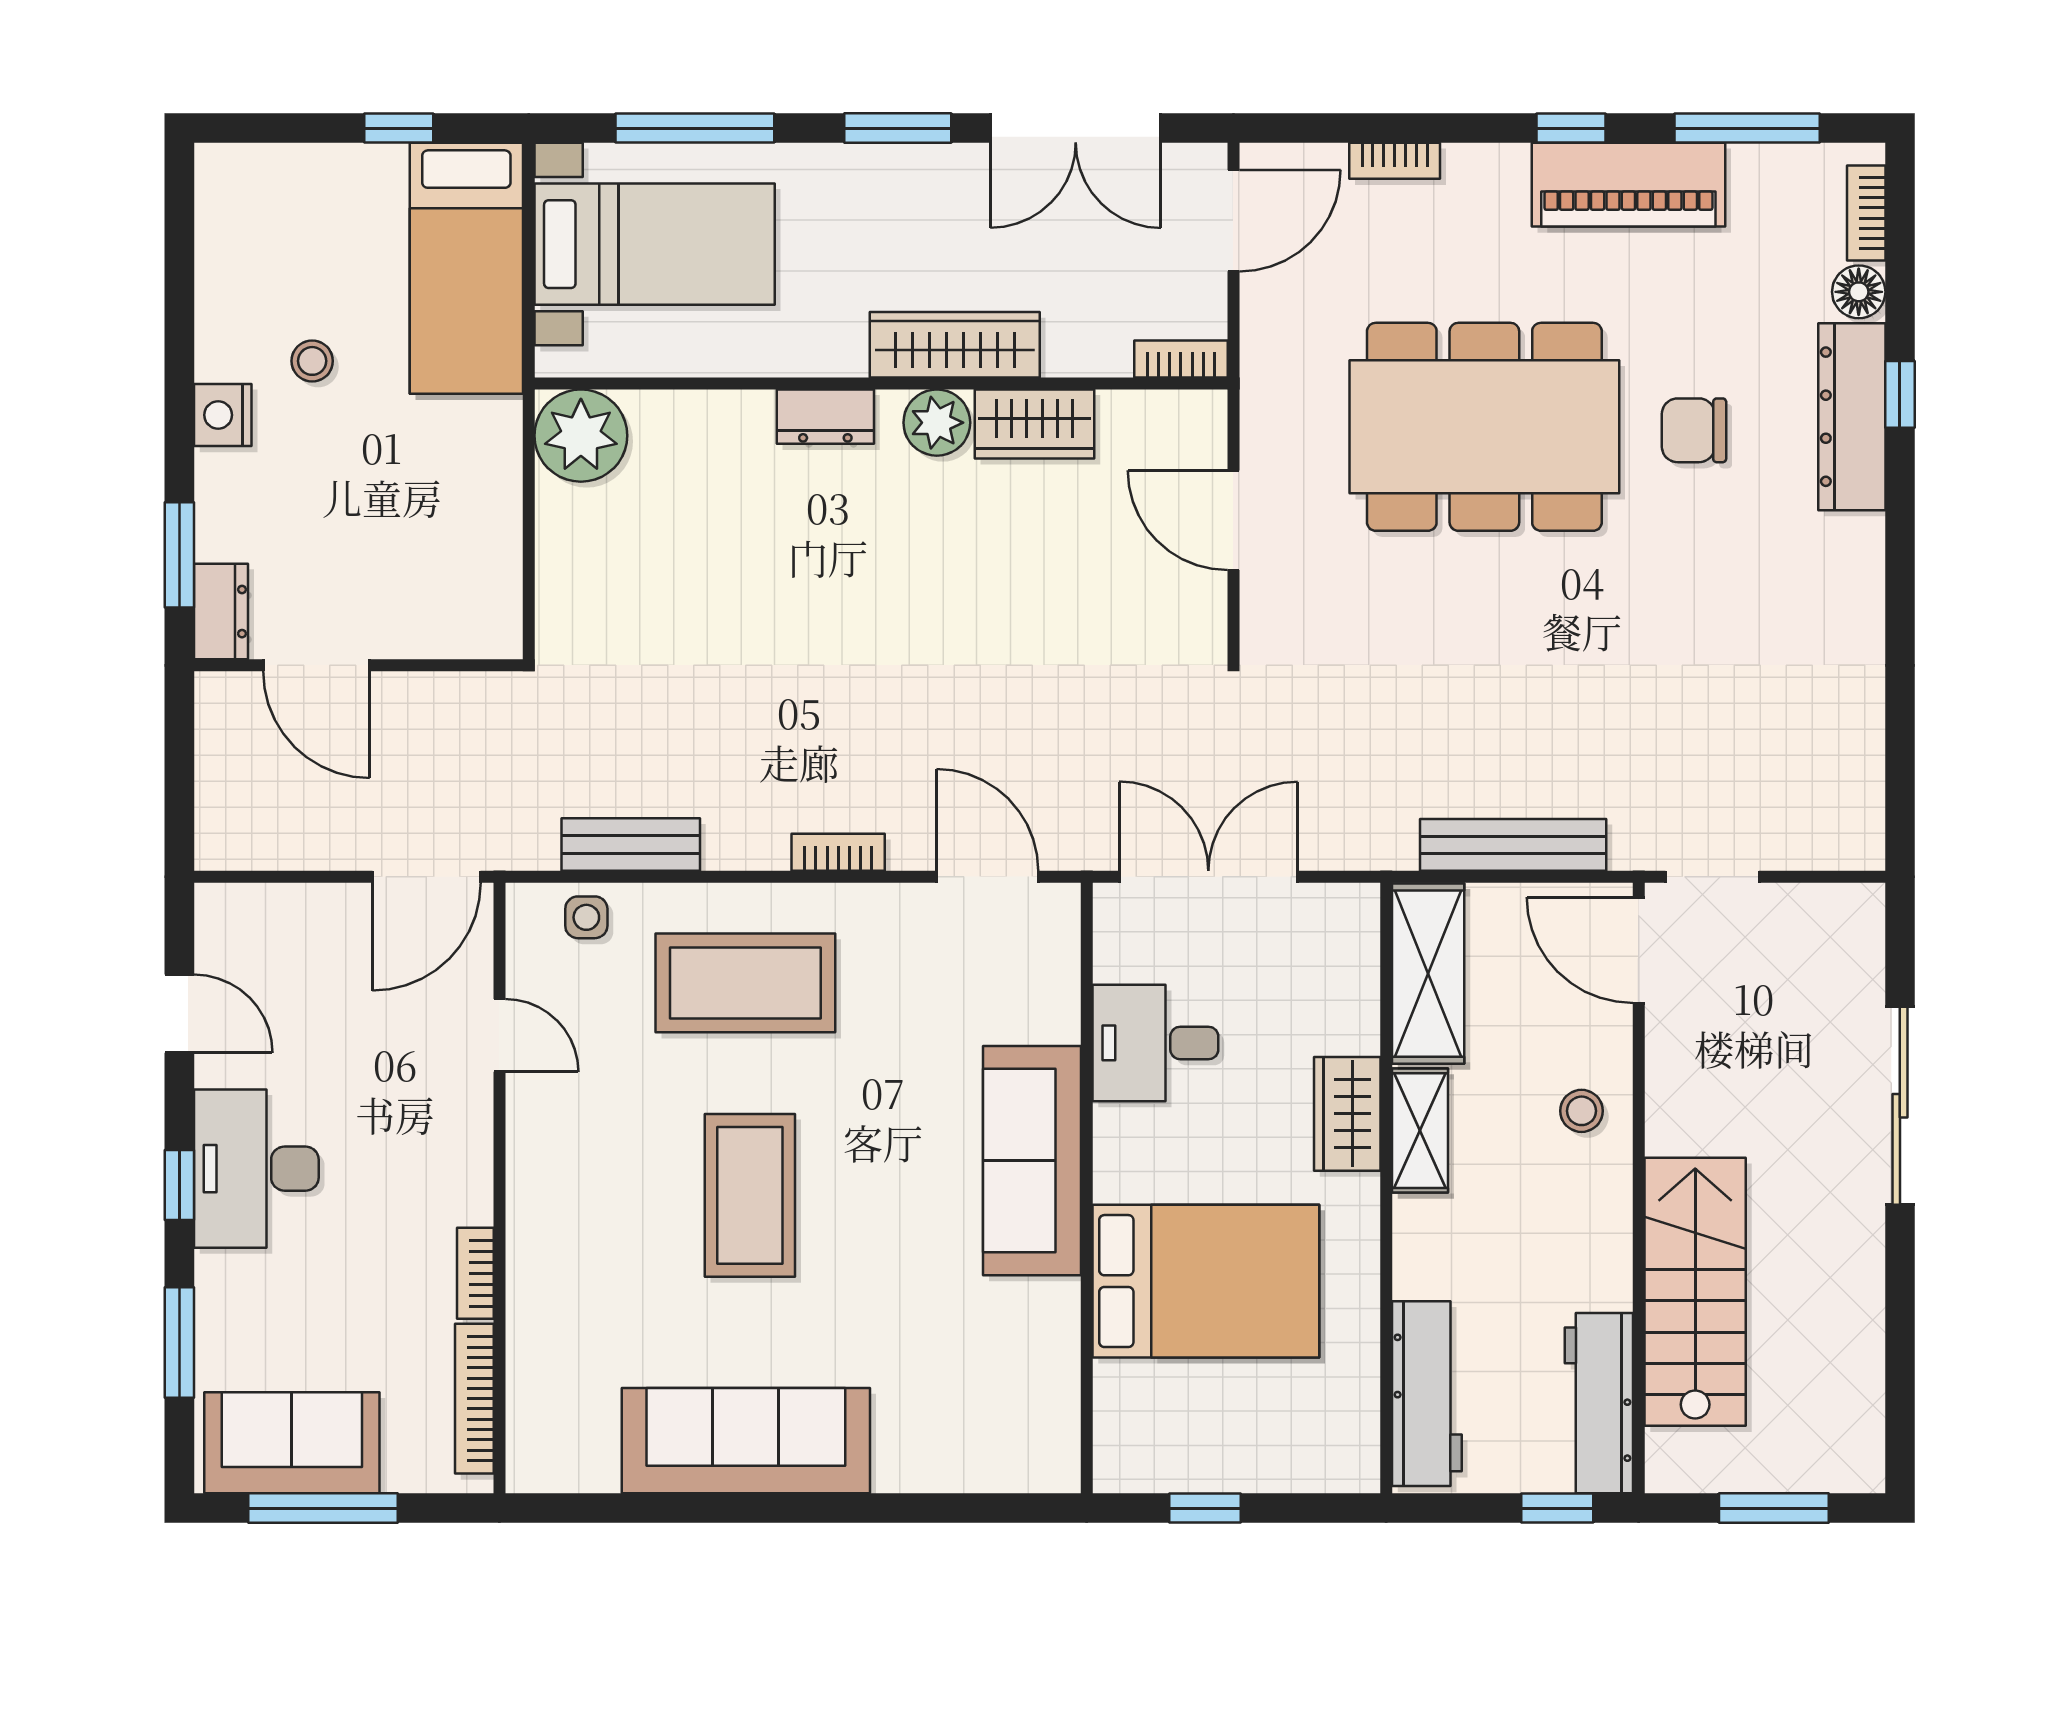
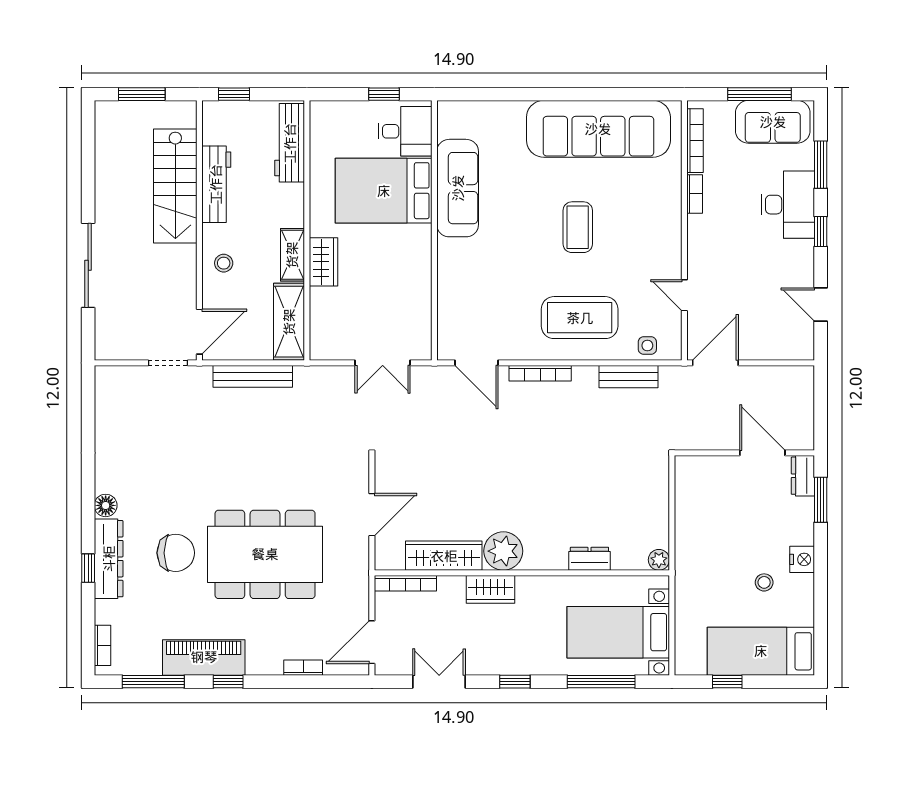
window: (898, 128) -> (515, 682), width x0.67
double door: (1076, 128) -> (439, 682), width x0.73
bed: (466, 268) -> (761, 651), moved, turned -90
floor lamp: (1859, 292) -> (106, 505), moved
wardrobe: (955, 345) -> (491, 589), width x0.67
bookcase: (1181, 359) -> (405, 583), width x1.56
dresser: (825, 417) -> (589, 559), moved
plant: (937, 423) -> (503, 551), width x1.36, depth x1.36
wardrobe: (1034, 424) -> (444, 556), width x1.50
chair: (1694, 430) -> (176, 553), width x1.37, depth x1.37
plant: (581, 436) -> (659, 560), width x0.53, depth x0.53
door: (1233, 520) -> (372, 515), hinge flipped
bookcase: (838, 852) -> (540, 373), width x1.56
double door: (1208, 877) -> (383, 363), width x0.73
door: (1639, 950) -> (199, 332), hinge flipped
desk: (1155, 1043) -> (405, 131), moved
sofa: (1032, 1161) -> (458, 188), moved
desk: (256, 1169) -> (788, 205), moved
coffee table: (750, 1195) -> (578, 227), width x0.73, depth x0.76
workbench: (1599, 1403) -> (216, 184), moved
sofa: (746, 1441) -> (598, 129), width x1.36, depth x1.27

